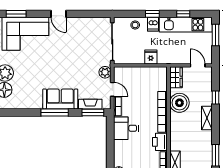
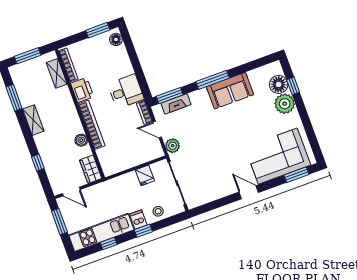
window: (216, 35) -> (59, 222), moved
fridge: (151, 57) -> (145, 175), moved
sofa: (60, 99) -> (230, 91), moved
boiler: (179, 103) -> (81, 140), width x0.54, depth x0.54
shelving: (207, 118) -> (33, 120), moved

